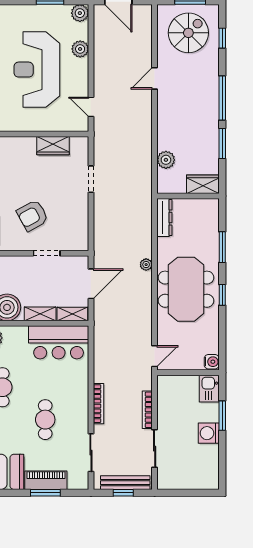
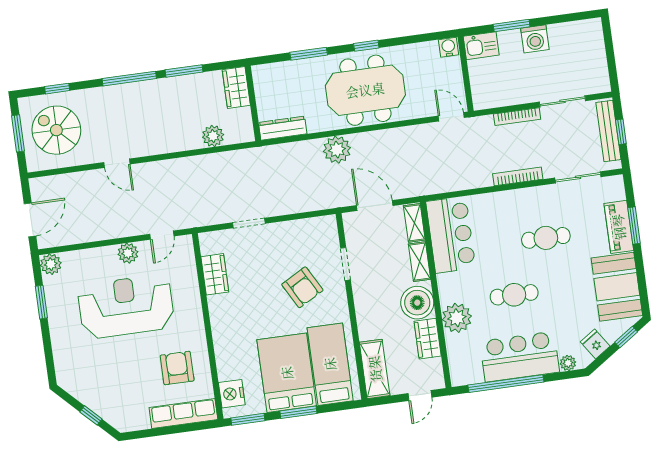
plant: (80, 49) -> (128, 253), moved
reception desk: (37, 70) -> (126, 307), turned 180
plant: (146, 265) -> (337, 150), width x1.88, depth x1.88

